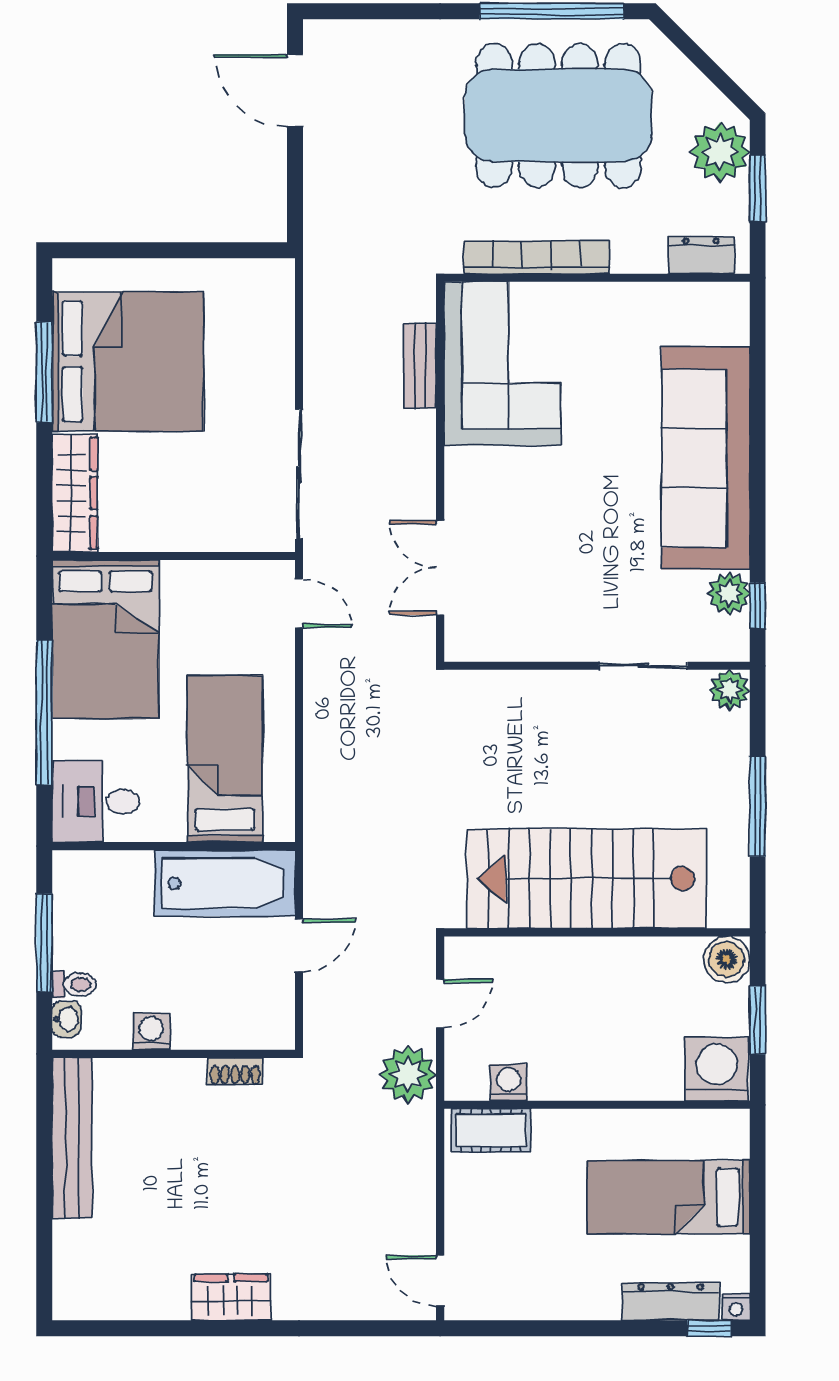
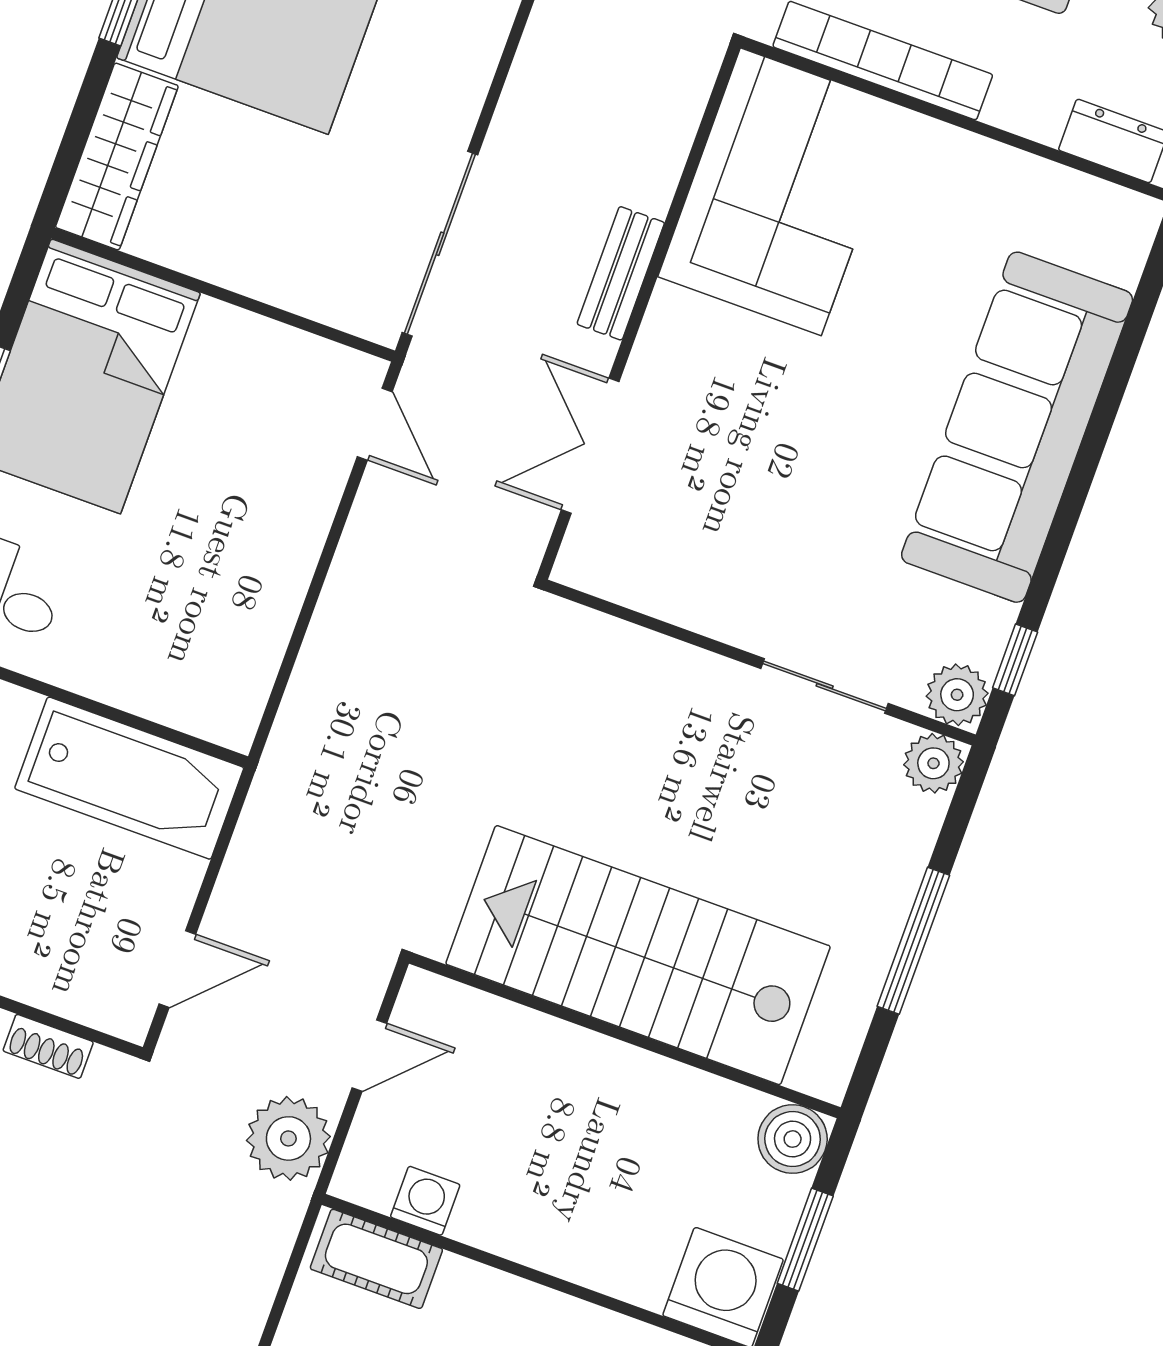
bench: (420, 366) -> (621, 273), moved
plant: (729, 593) -> (957, 695), moved
bed: (225, 759) -> (192, 604), removed
door: (299, 945) -> (177, 969), moved

